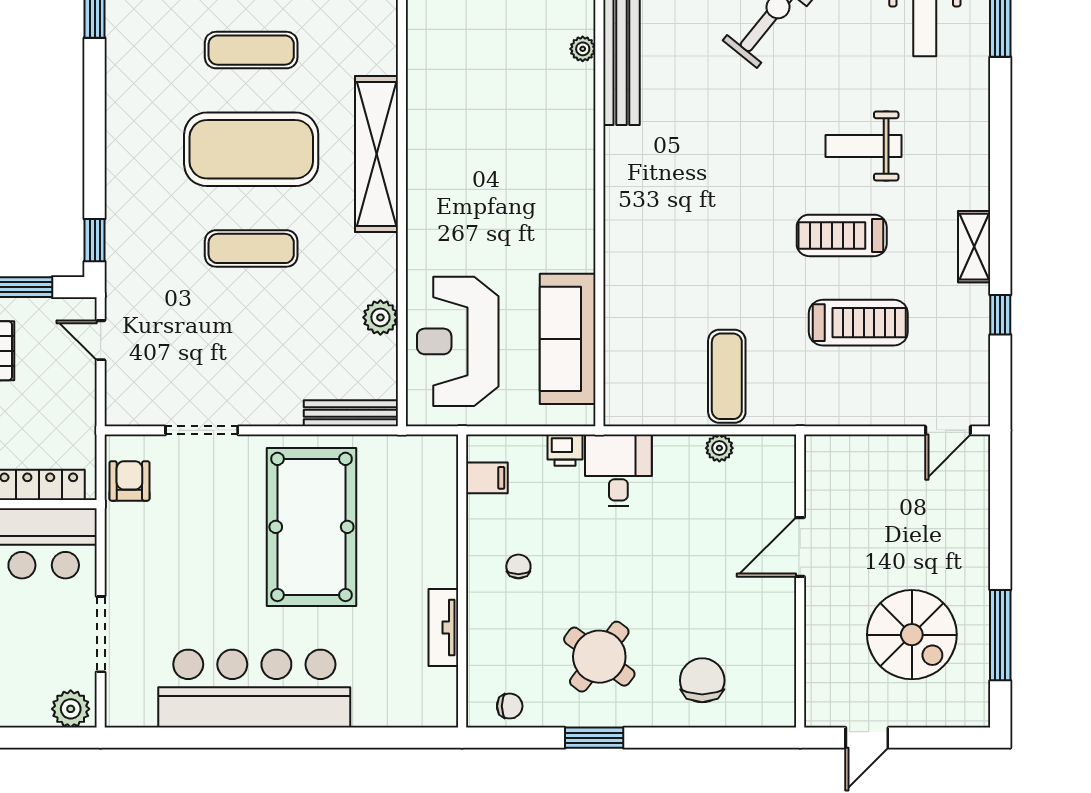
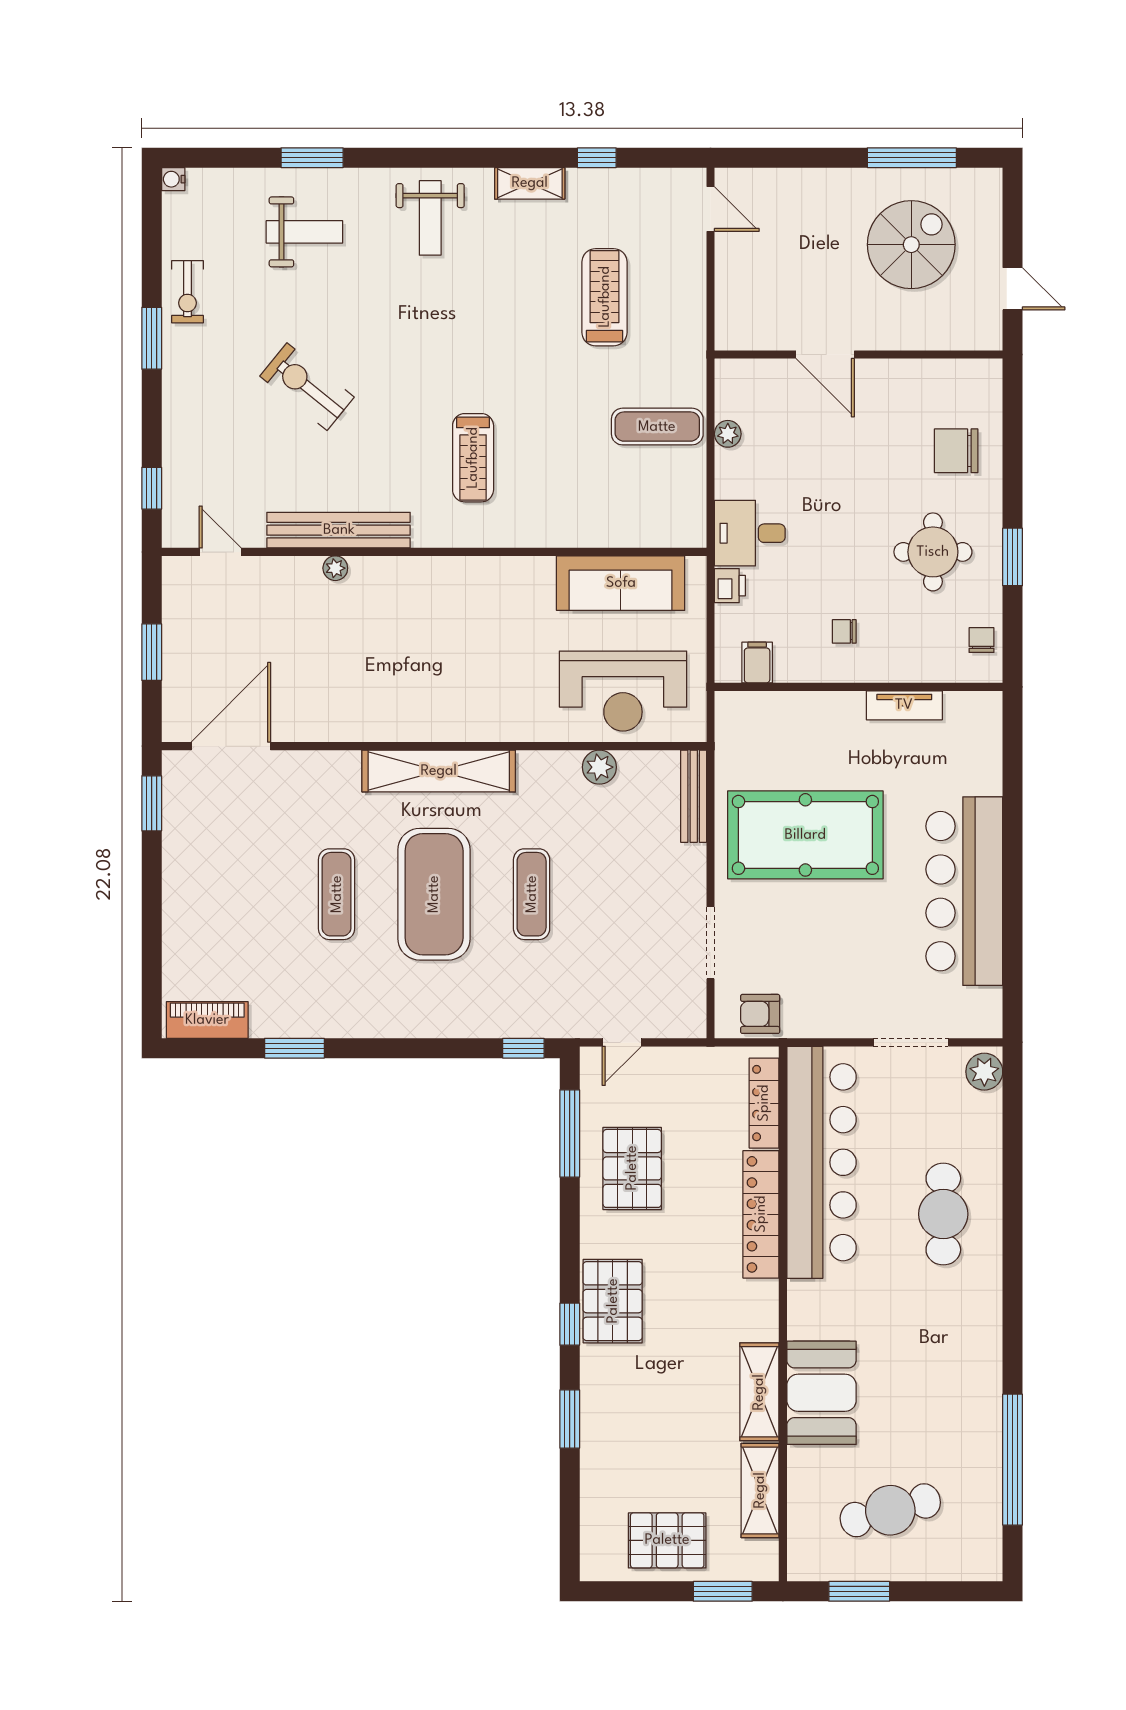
weight bench: (863, 146) -> (430, 218), moved
treadmill: (842, 235) -> (473, 458), moved
round table: (599, 657) -> (933, 552), turned -37

